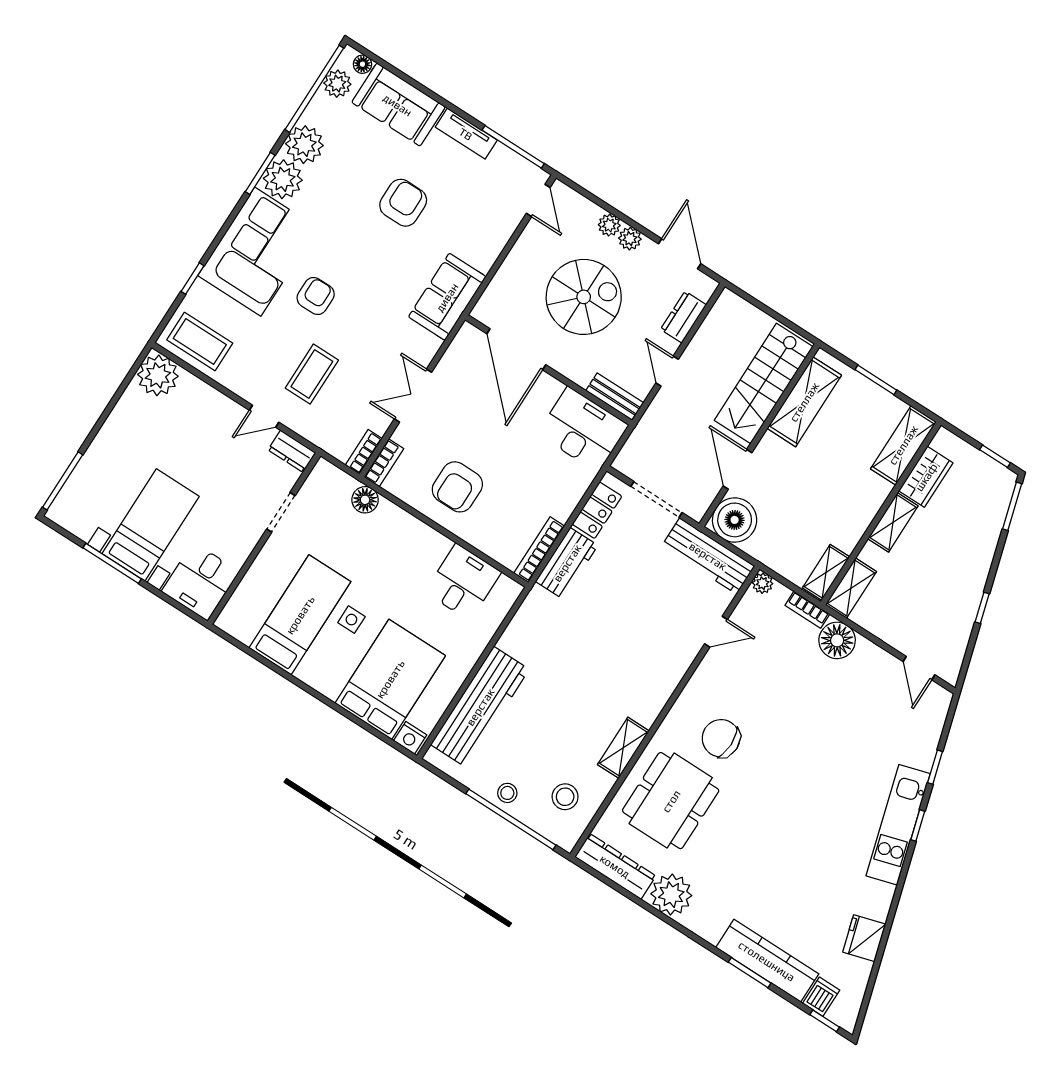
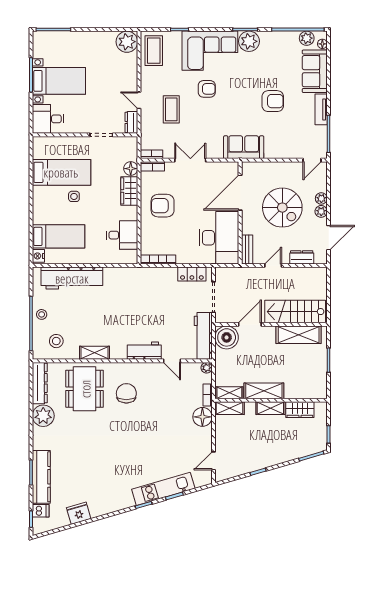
plant: (304, 145) -> (270, 41), removed
coffee table: (312, 374) -> (171, 109), turned 90
desk: (583, 429) -> (219, 238), width x1.36, depth x1.30
shelving: (903, 445) -> (264, 391), moved
wardrobe: (400, 525) -> (129, 191), added
workbench: (567, 563) -> (144, 351), moved, turned 180
bed: (390, 679) -> (59, 236), width x0.67
dining table: (671, 801) -> (85, 389), turned 90
kitchen unit: (898, 825) -> (163, 489), moved

